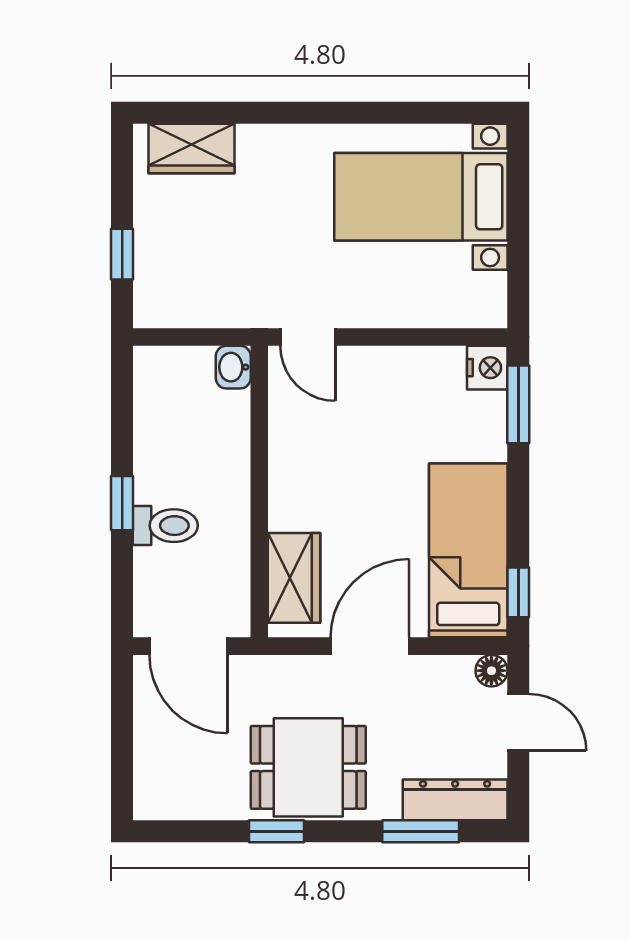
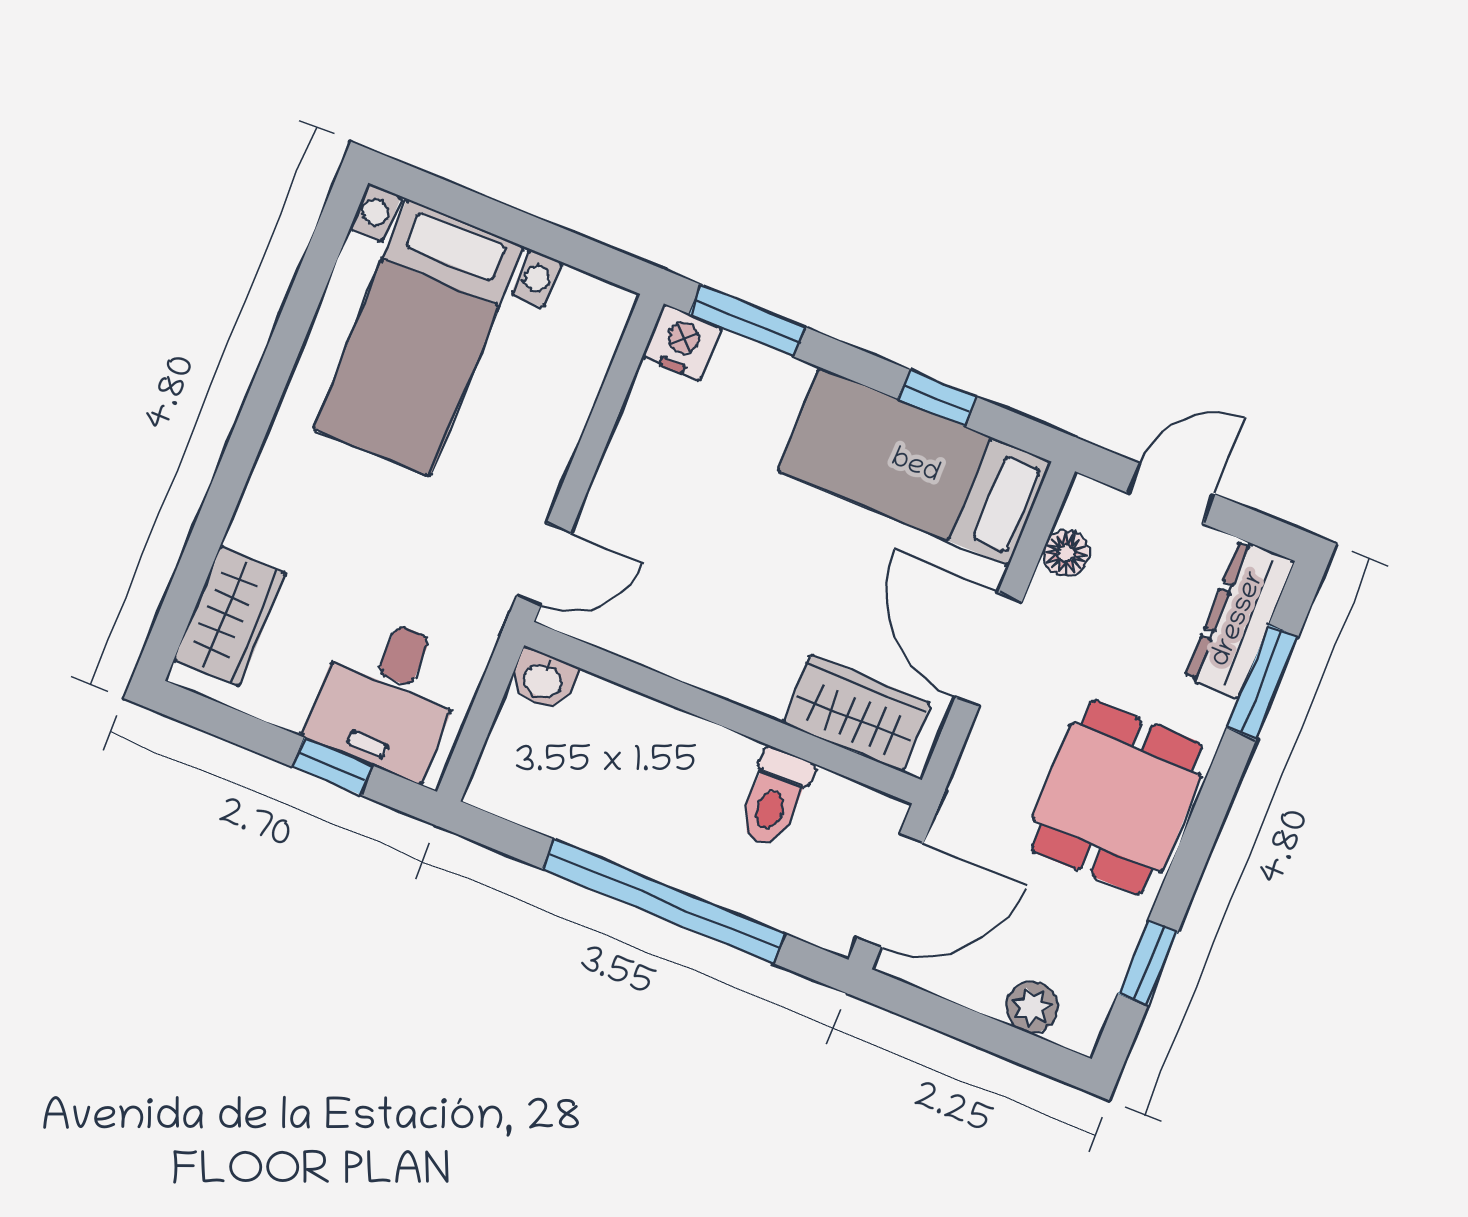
desk: (182, 271) -> (387, 696), added
window: (122, 503) -> (664, 901), width x3.17
toilet: (165, 526) -> (775, 797), moved, turned 180
window: (518, 592) -> (937, 398), moved
floor lamp: (491, 671) -> (1066, 553), moved
plant: (151, 768) -> (1032, 1007), added
window: (277, 831) -> (1148, 963), moved

